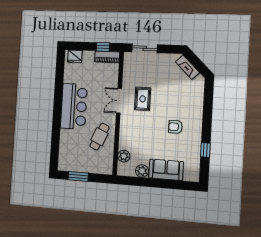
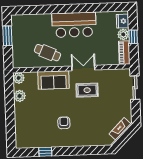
window: (103, 47) -> (133, 37), moved
plant: (88, 57) -> (123, 34), added
plant: (124, 156) -> (19, 78), moved
sofa: (166, 170) -> (54, 80), moved, turned 90

